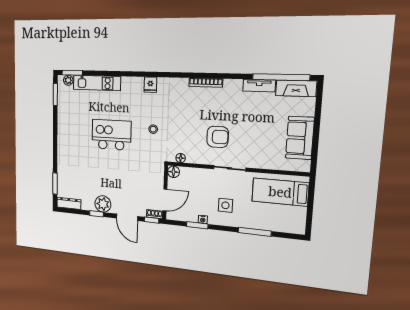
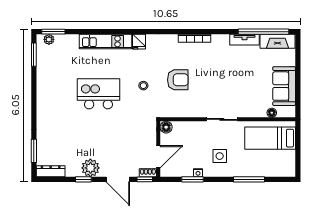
kitchen unit: (97, 83) -> (106, 41), moved
armchair: (218, 137) -> (178, 80), moved
floor lamp: (181, 158) -> (272, 113), moved

